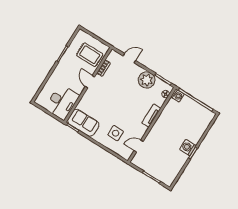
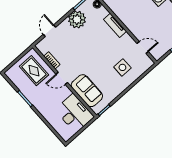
rug: (90, 55) -> (34, 71), turned 90
sofa: (83, 123) -> (87, 91), moved, turned 90
door: (139, 146) -> (143, 48), swing flipped

